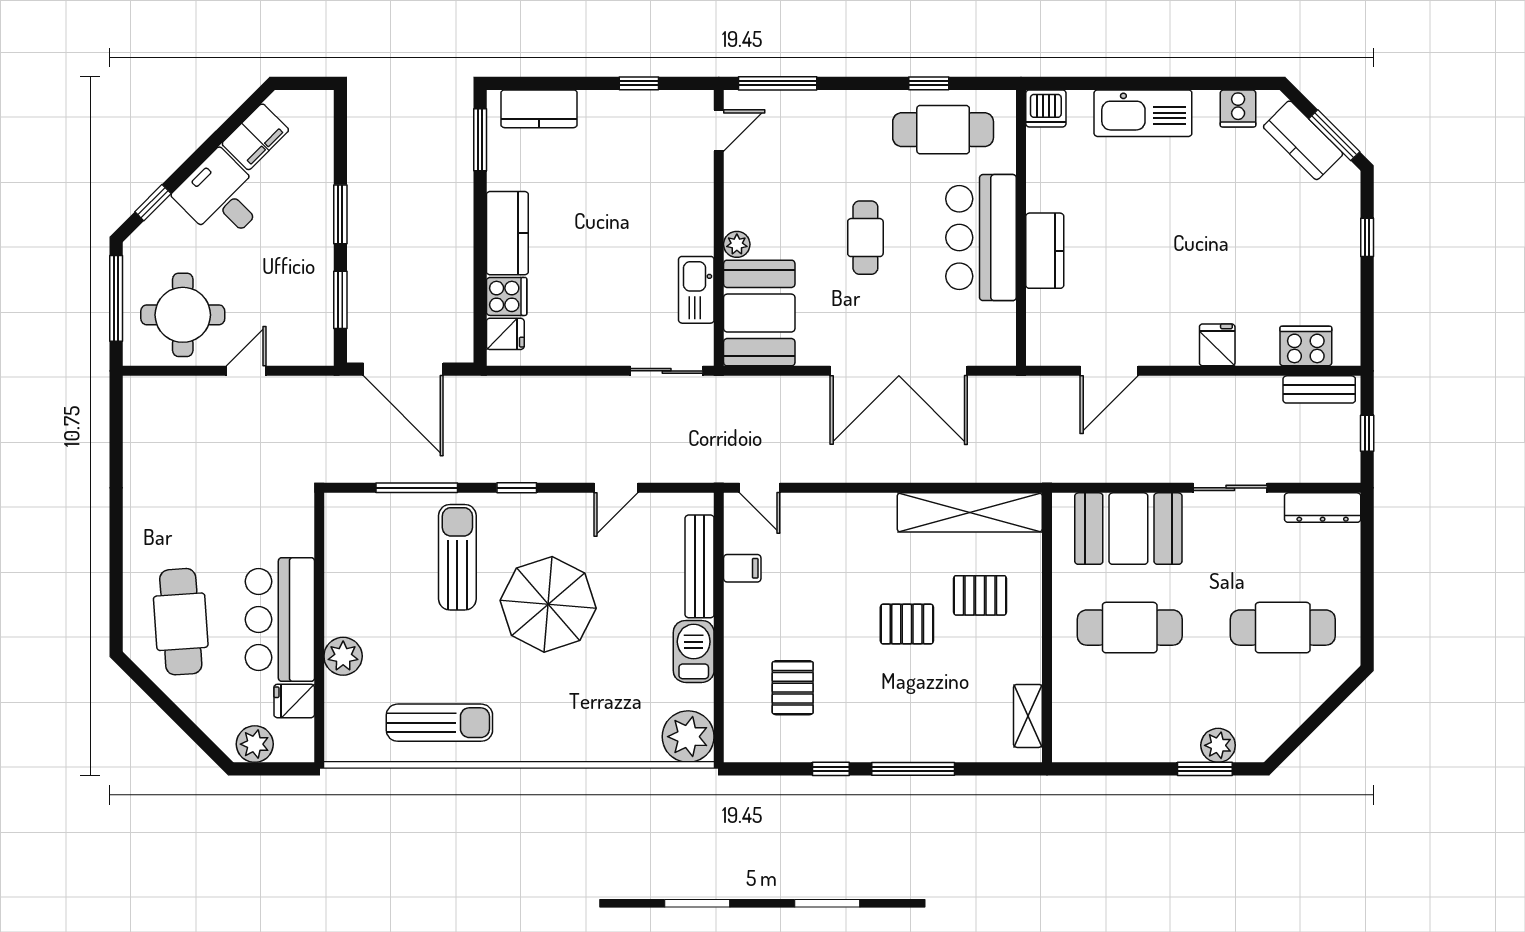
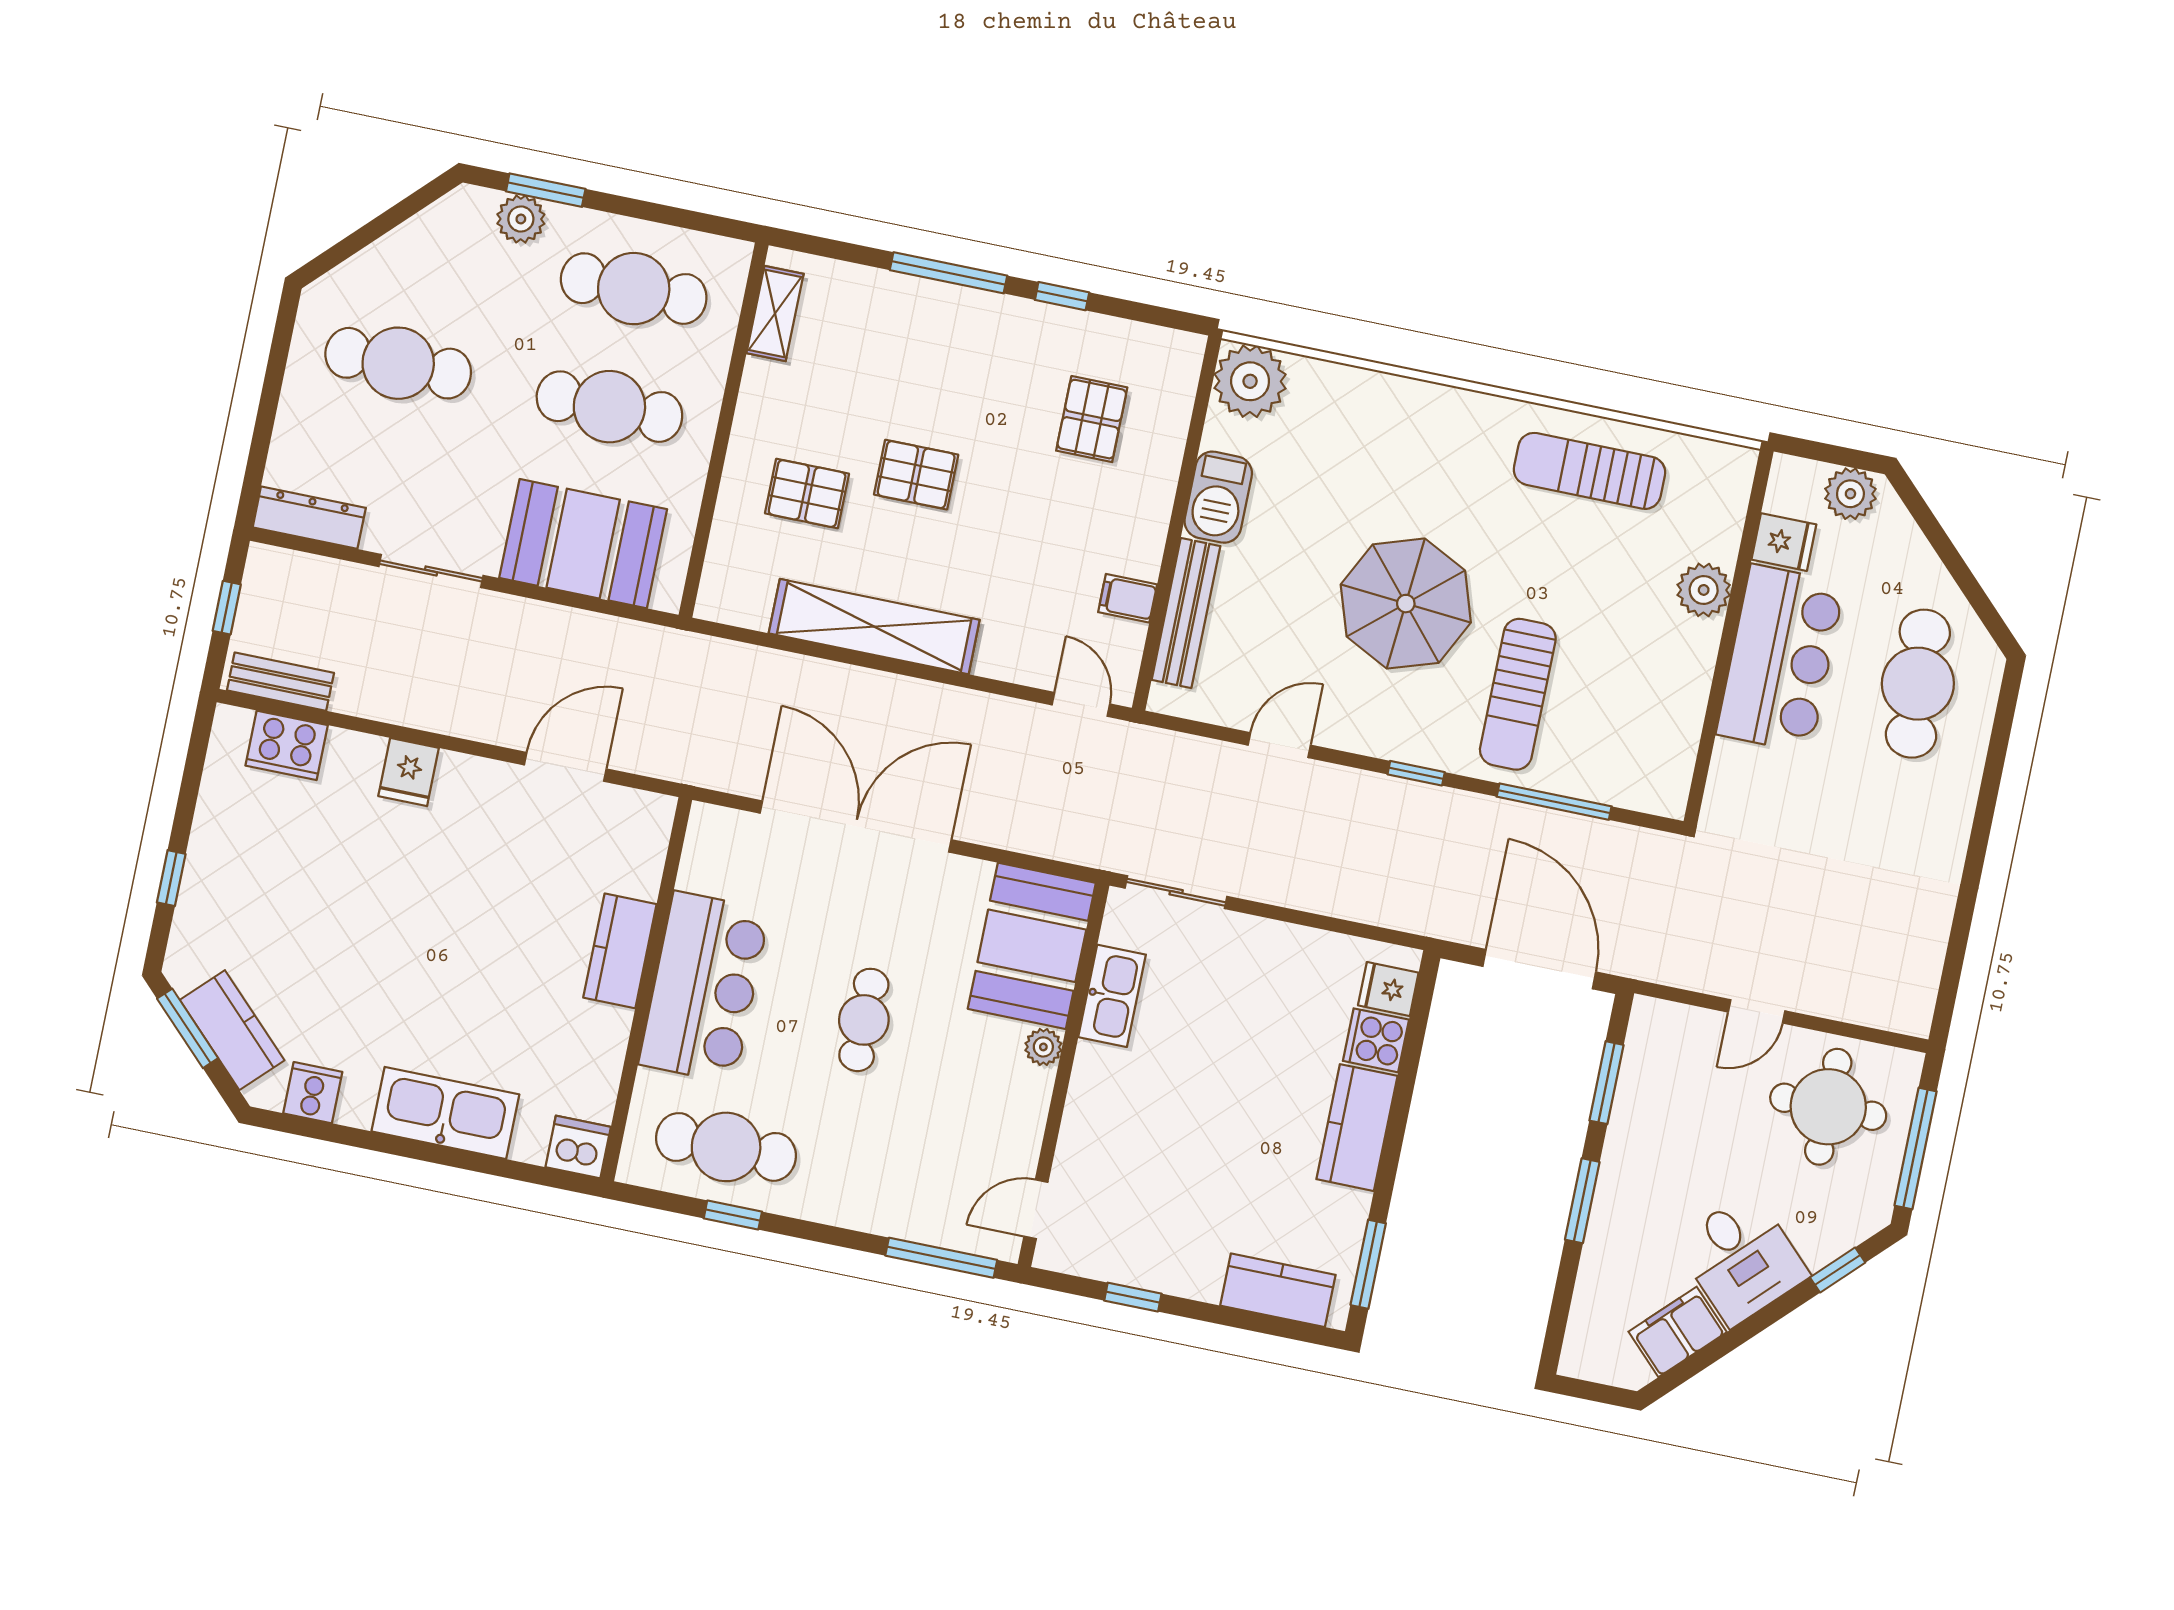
shelving: (970, 512) -> (874, 627), moved
cafe table: (1130, 713) -> (634, 289), added

